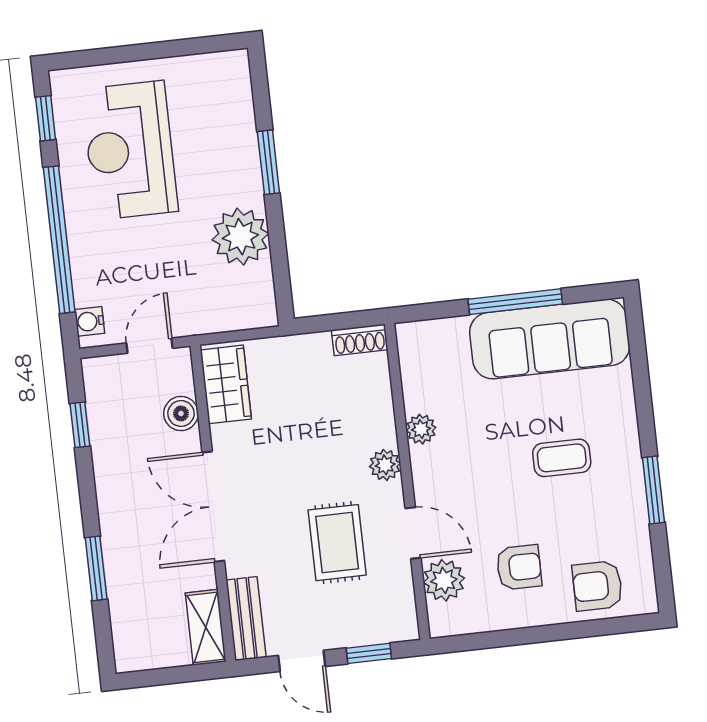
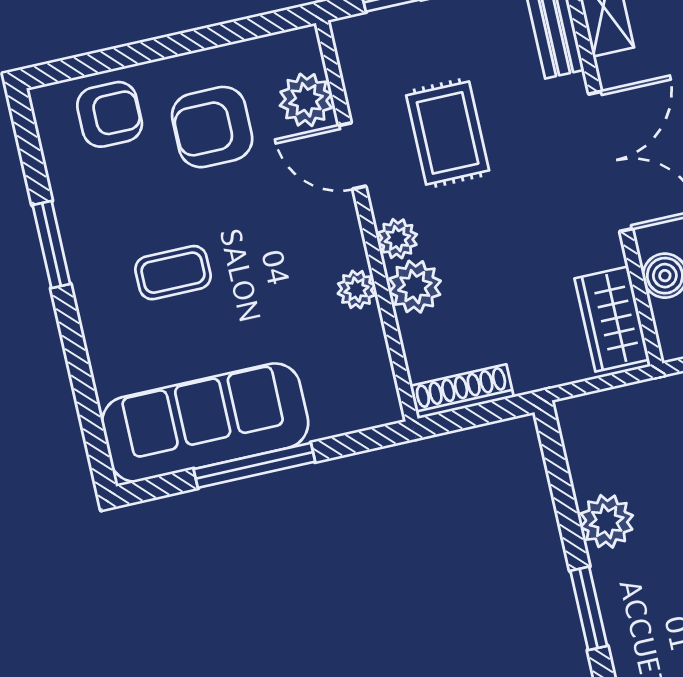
plant: (240, 237) -> (607, 521), width x0.73, depth x0.73
shoe rack: (360, 340) -> (462, 391), width x1.43
plant: (376, 426) -> (415, 287), added
armchair: (519, 567) -> (212, 127), width x1.38, depth x1.38

